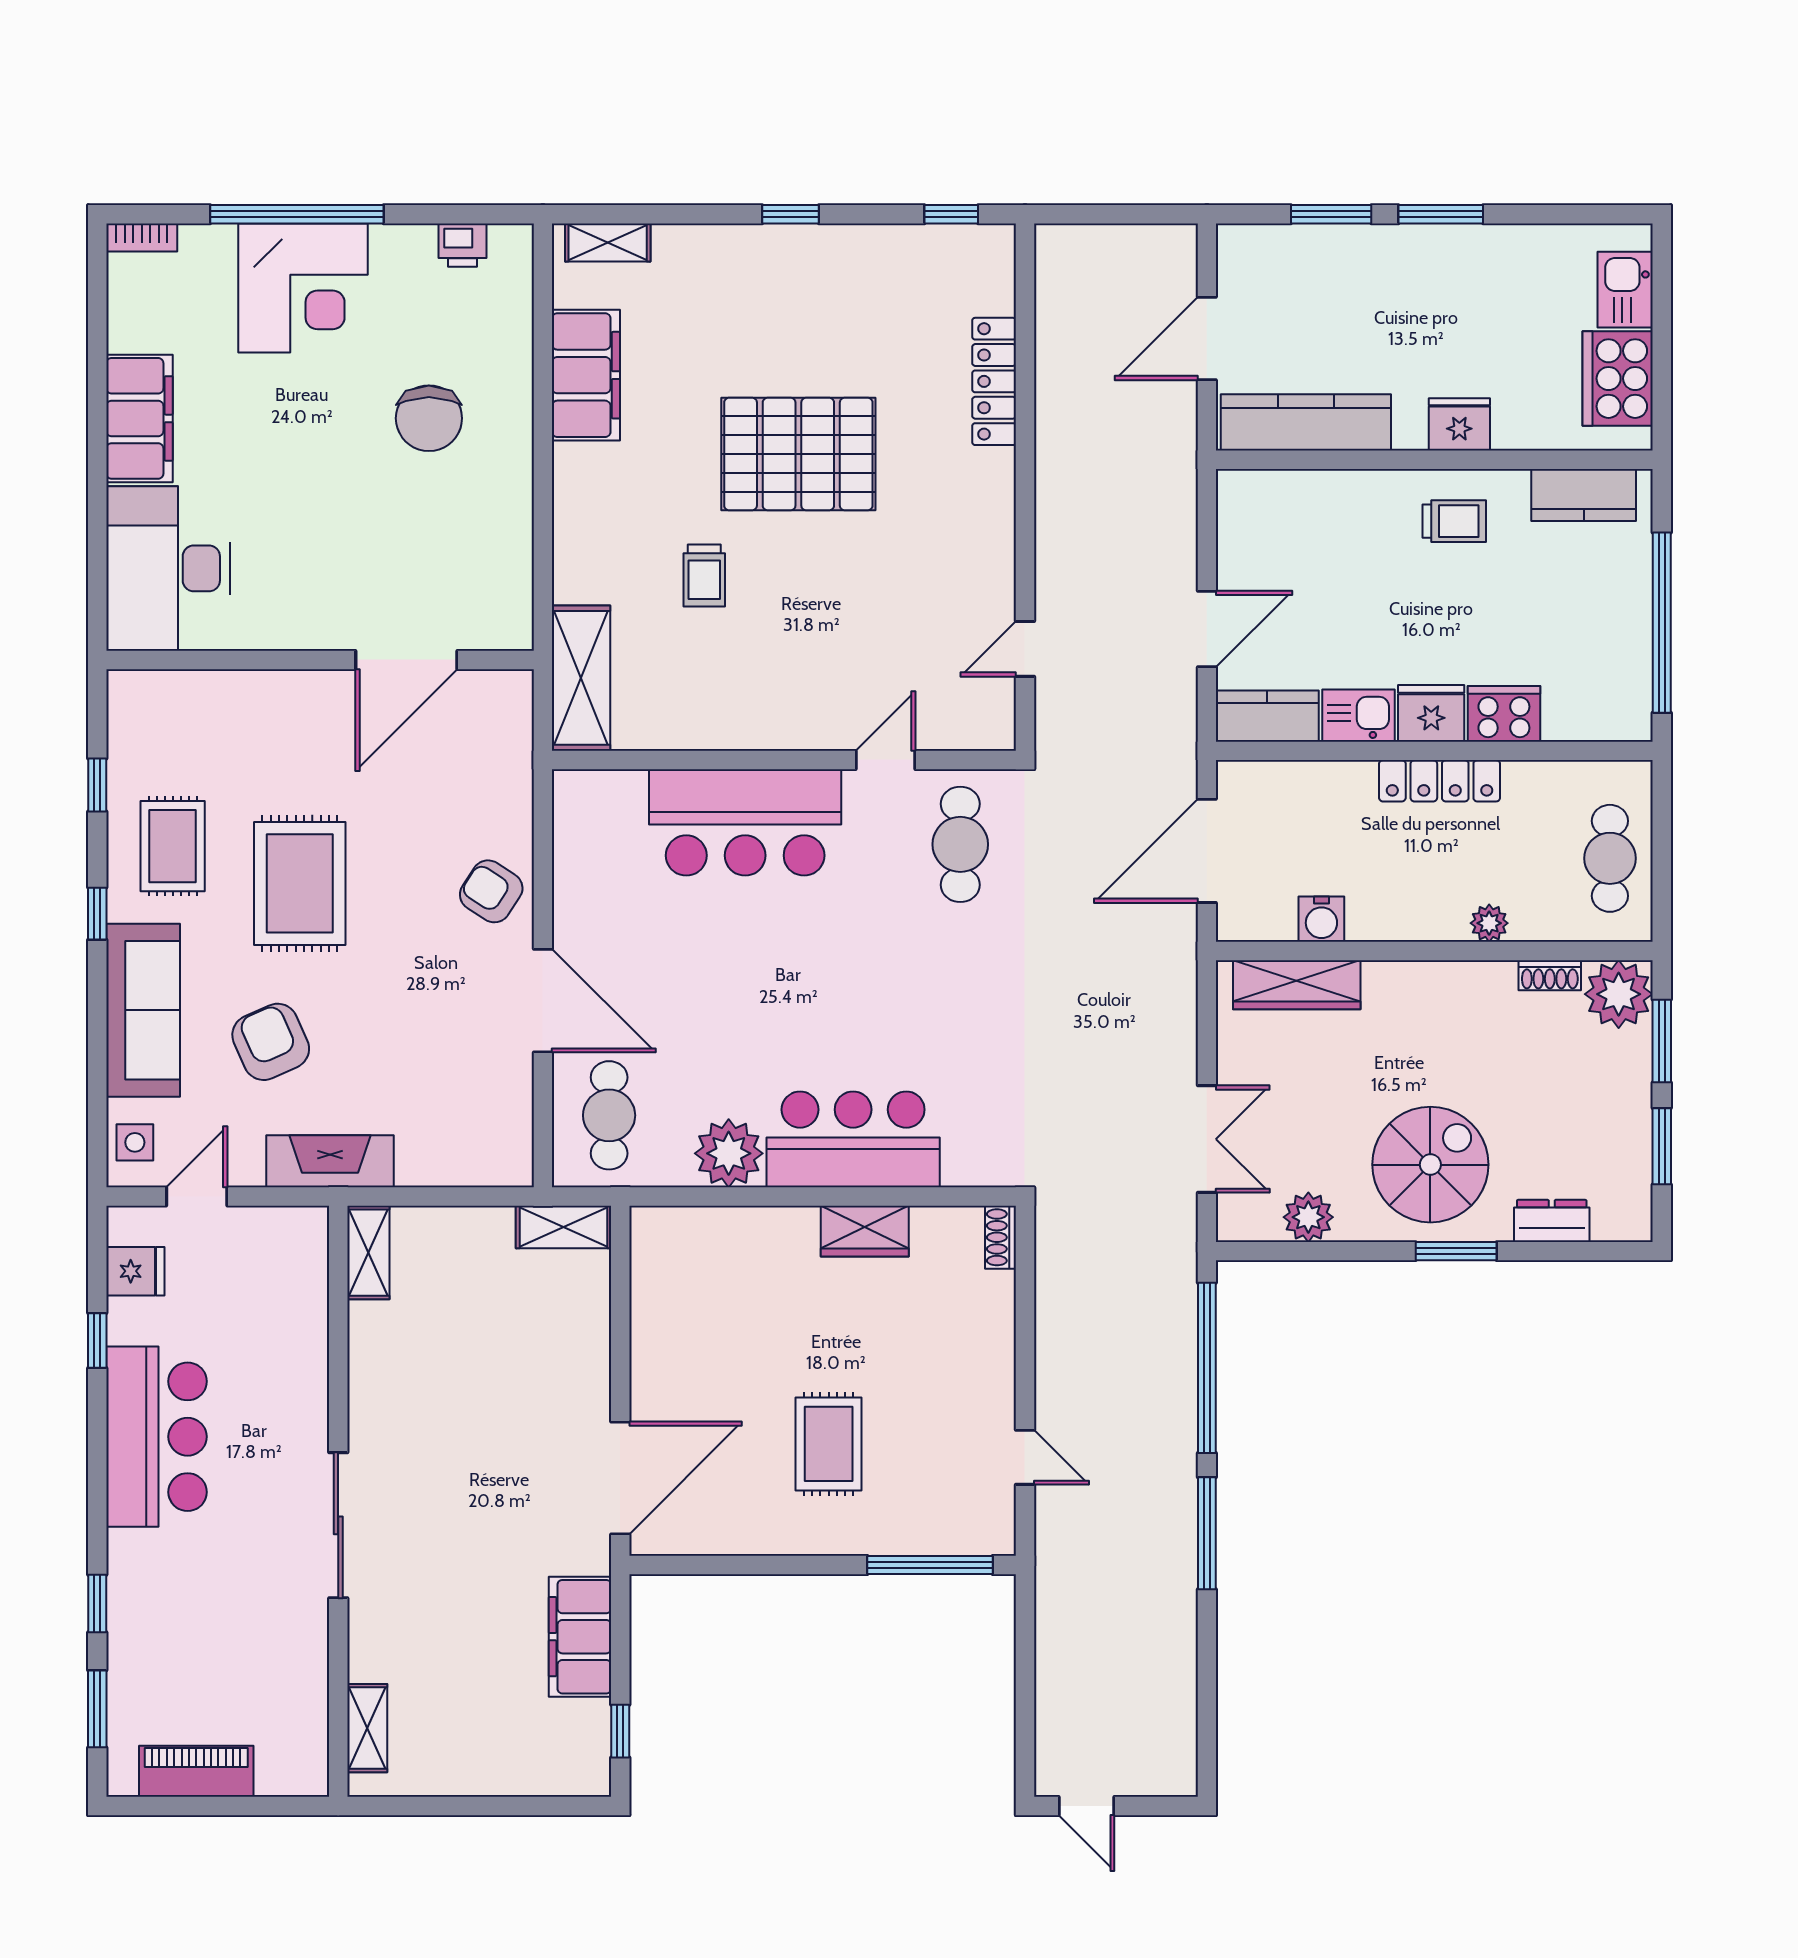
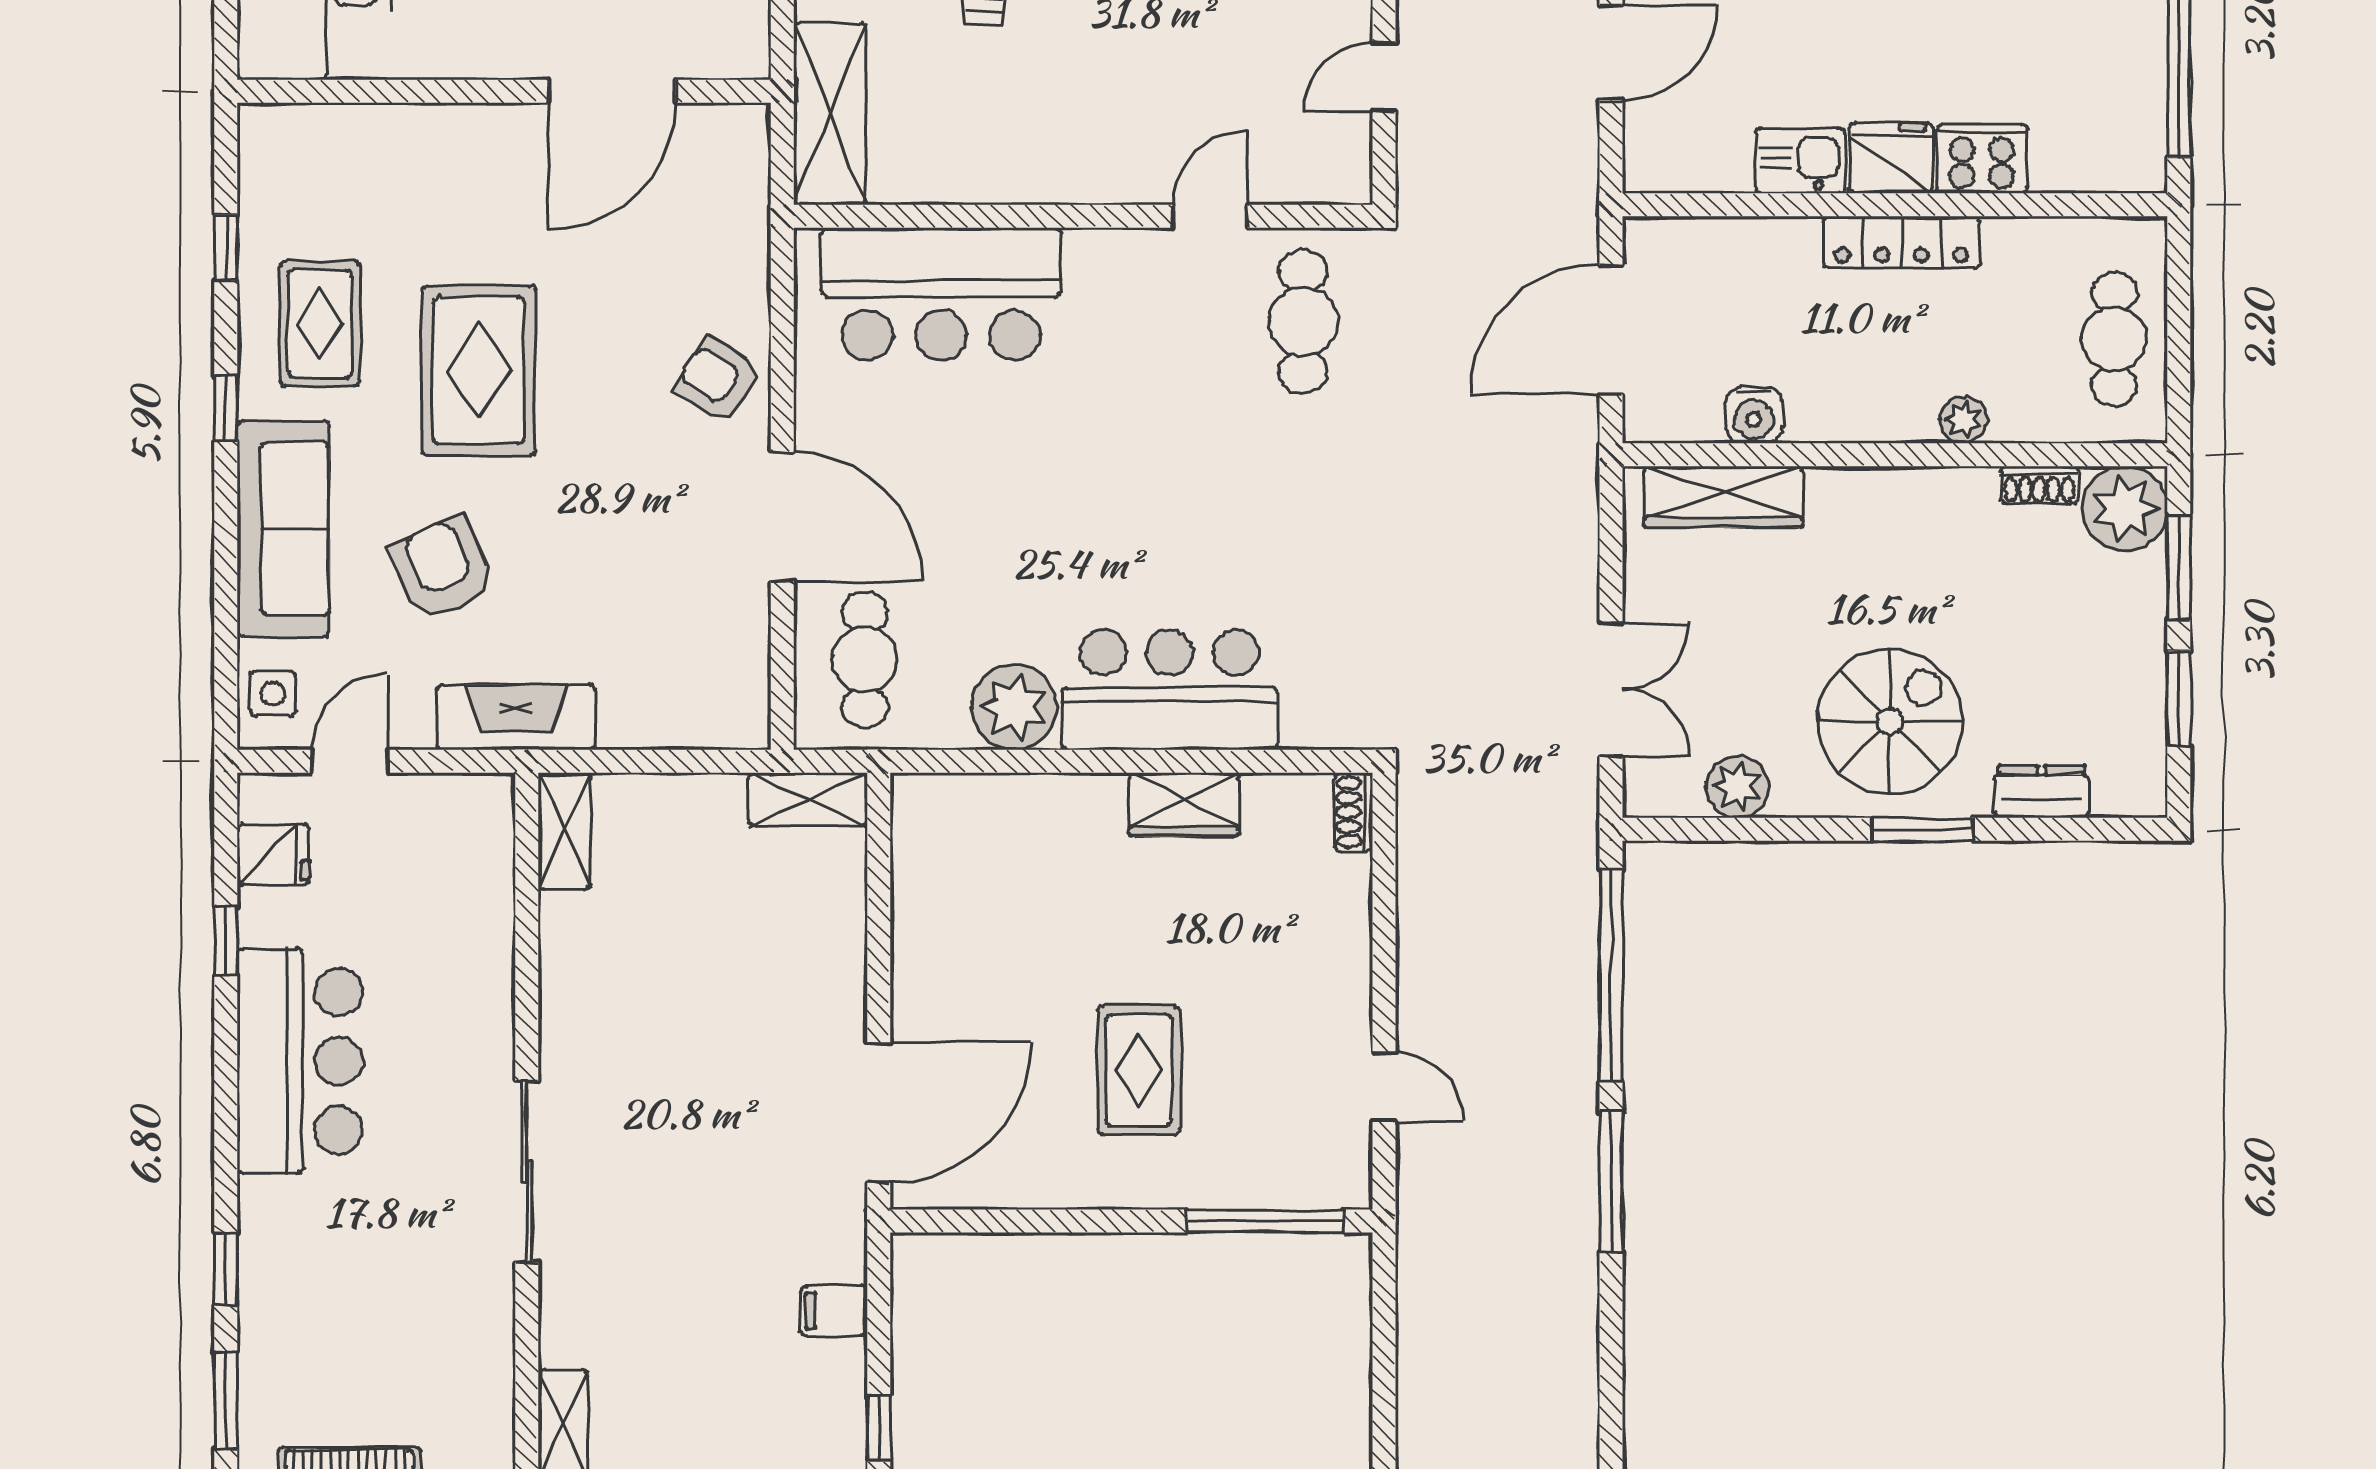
kitchen counter: (1267, 716) -> (1686, 161), removed
bar counter: (745, 822) -> (941, 294), moved
filing cabinet: (580, 1637) -> (834, 1311), width x0.33, depth x0.86

